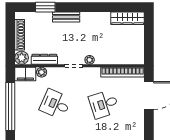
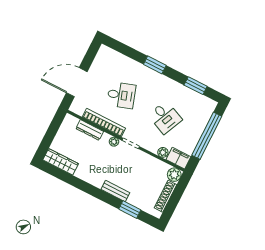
dresser: (44, 59) -> (90, 130), moved
bookcase: (123, 72) -> (104, 123), moved

